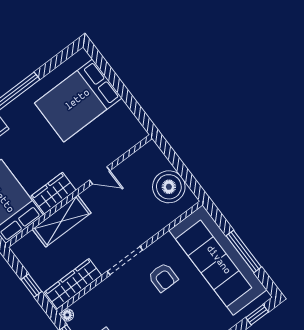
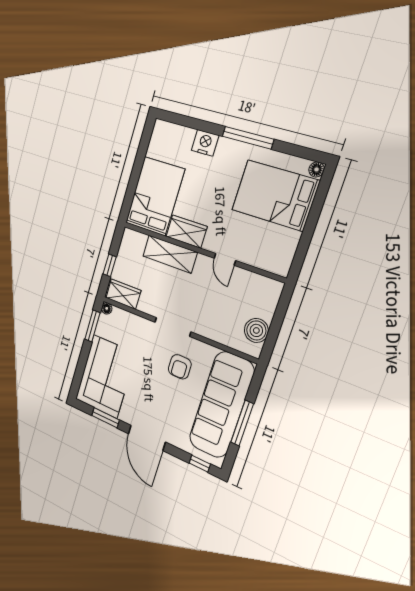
floor lamp: (82, 56) -> (316, 169), added
boiler: (169, 187) -> (256, 330), width x0.73, depth x0.73
wardrobe: (73, 284) -> (123, 294), width x0.67

